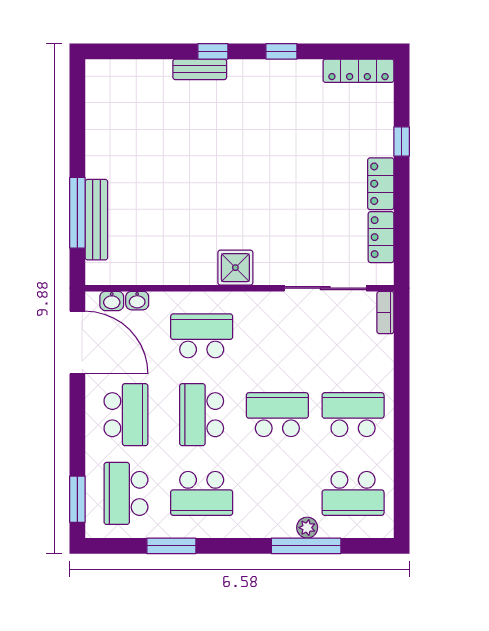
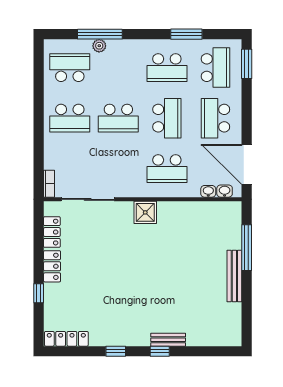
bench: (96, 220) -> (234, 276), moved
school desk: (202, 493) -> (167, 68), turned 180

